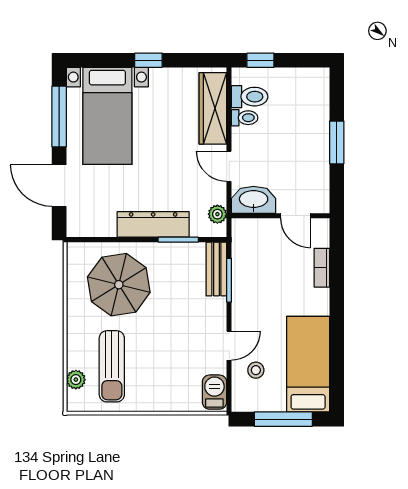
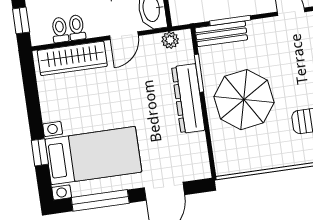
window: (148, 60) -> (40, 152), moved
toilet: (250, 97) -> (60, 30), width x0.73, depth x0.72
parasol: (119, 285) -> (244, 100), moved

